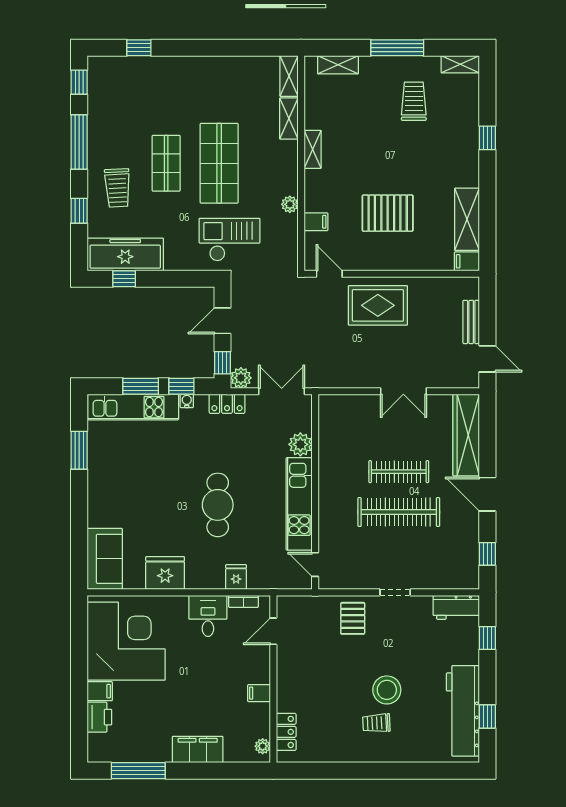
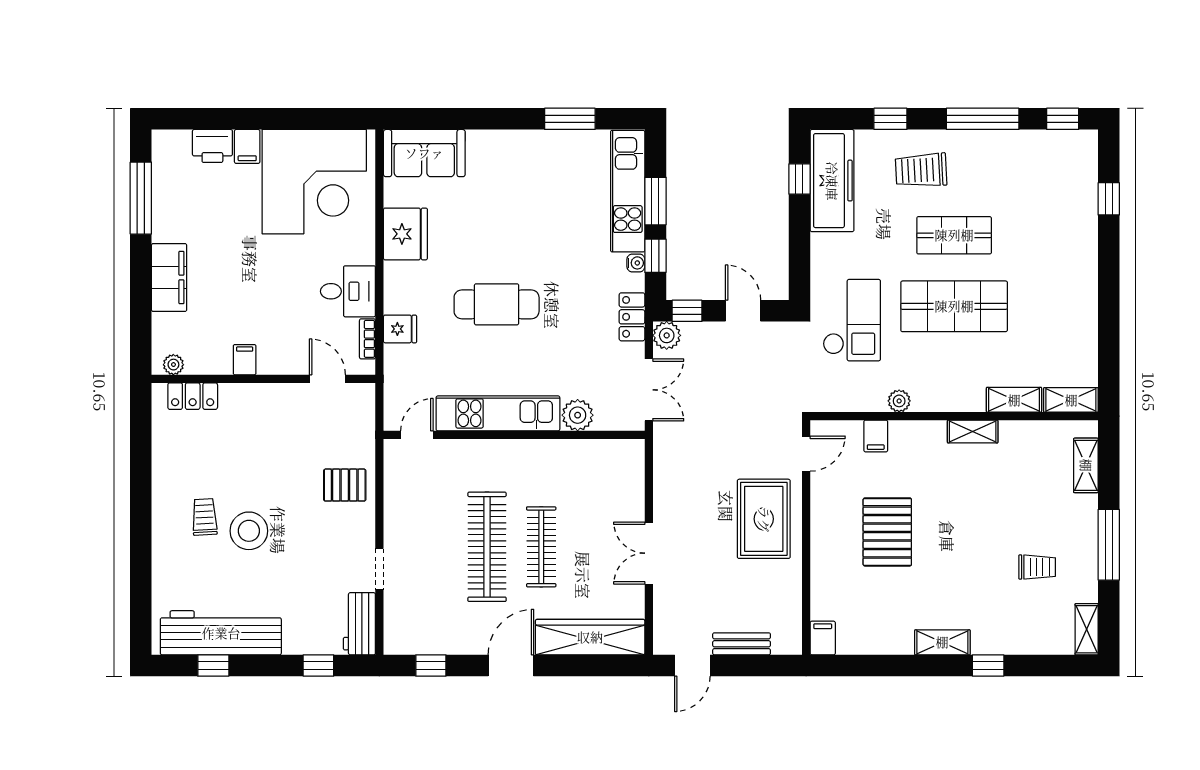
trolley: (414, 101) -> (1037, 567), width x0.73, depth x0.72
shelving: (467, 219) -> (942, 642), moved, width x0.67, depth x0.75
doorway: (395, 592) -> (379, 569), moved

